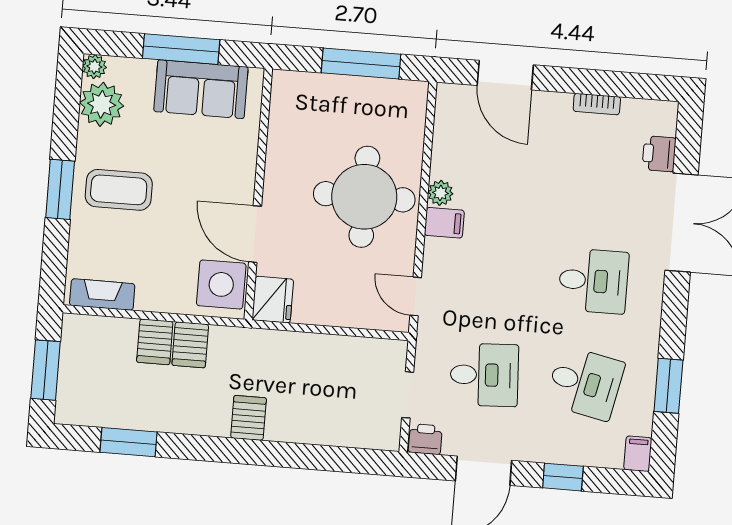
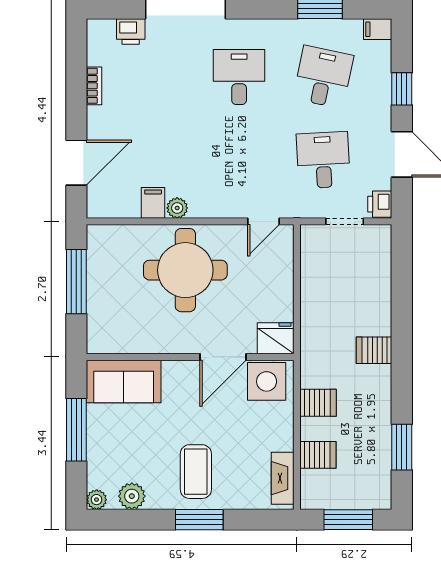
sofa: (201, 89) -> (124, 381), moved, turned 90
plant: (102, 104) -> (132, 496), width x0.73, depth x0.73
filing cabinet: (444, 223) -> (153, 203), moved
server rack: (155, 342) -> (318, 455), moved

